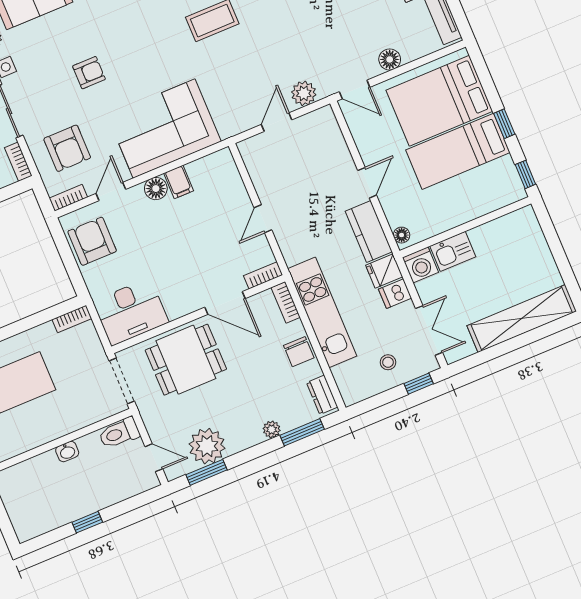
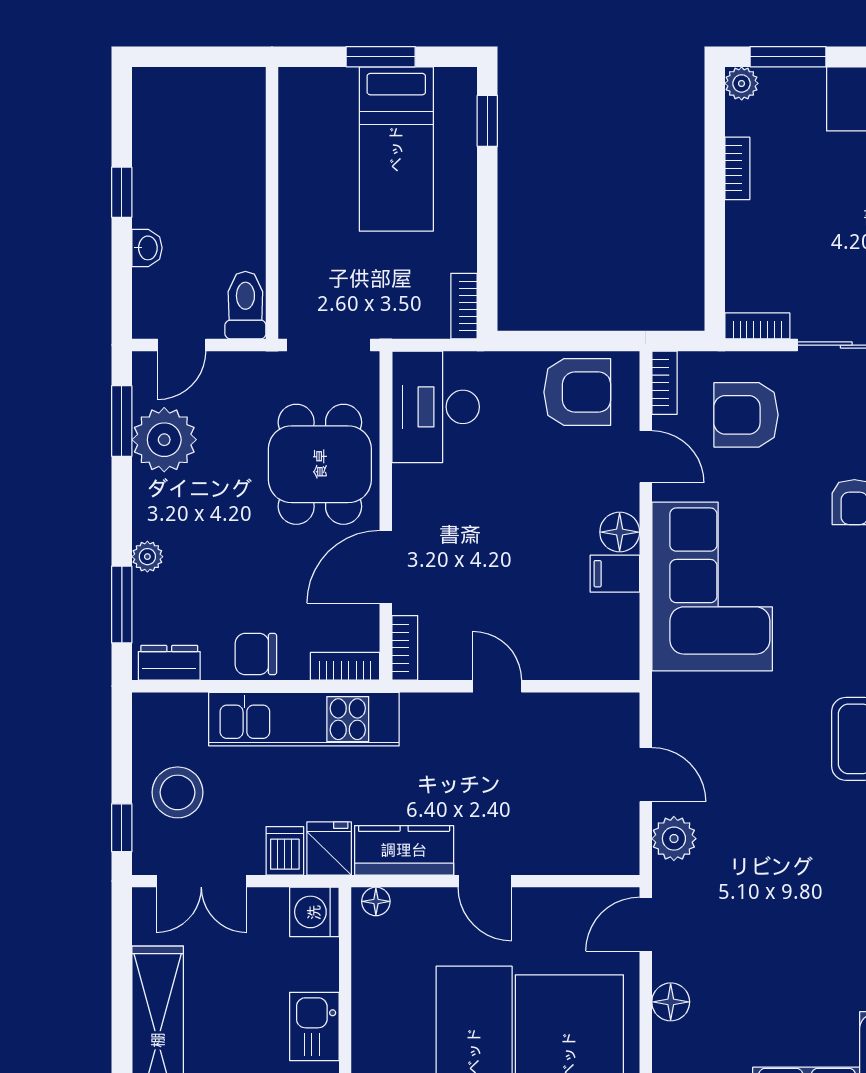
kitchen sink: (453, 251) -> (314, 1026), moved
stool: (388, 362) -> (178, 792), width x1.89, depth x1.89
washbasin: (67, 452) -> (147, 248), moved, turned 180

